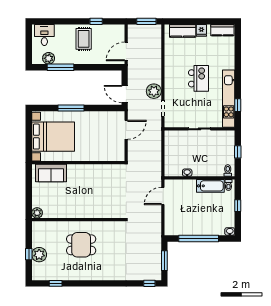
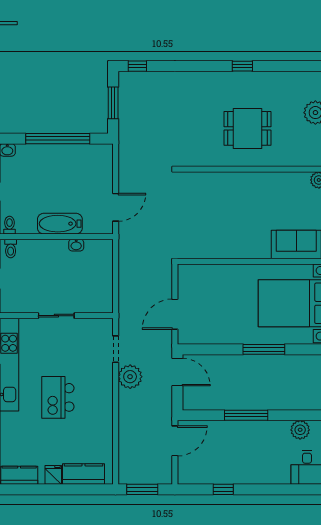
rug: (84, 39) -> (244, 461), removed
window: (61, 67) -> (246, 415), moved
bathtub: (210, 186) -> (60, 224), moved
window: (56, 283) -> (242, 66), moved

